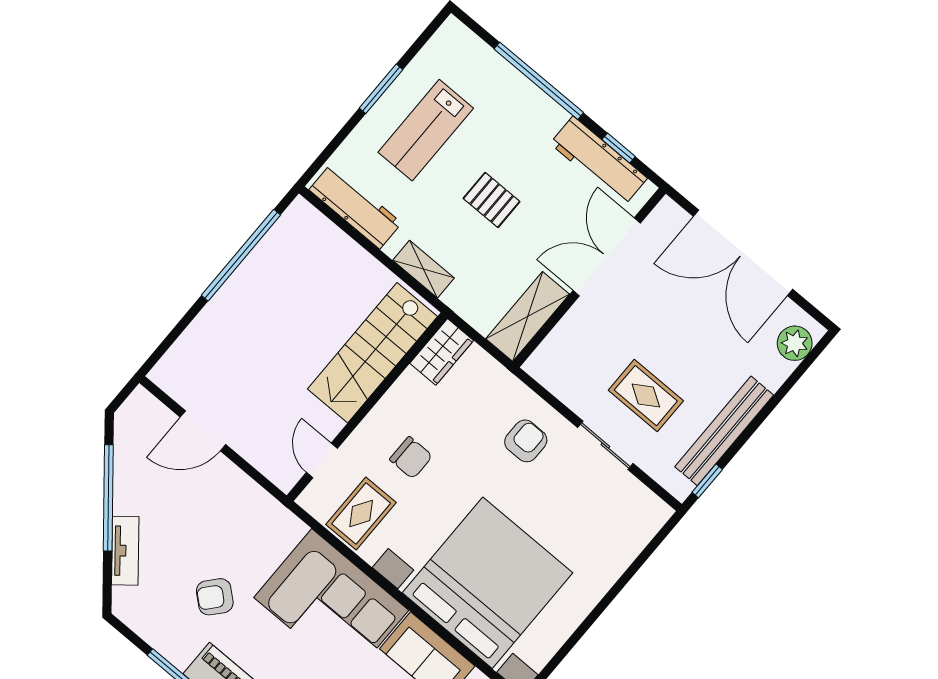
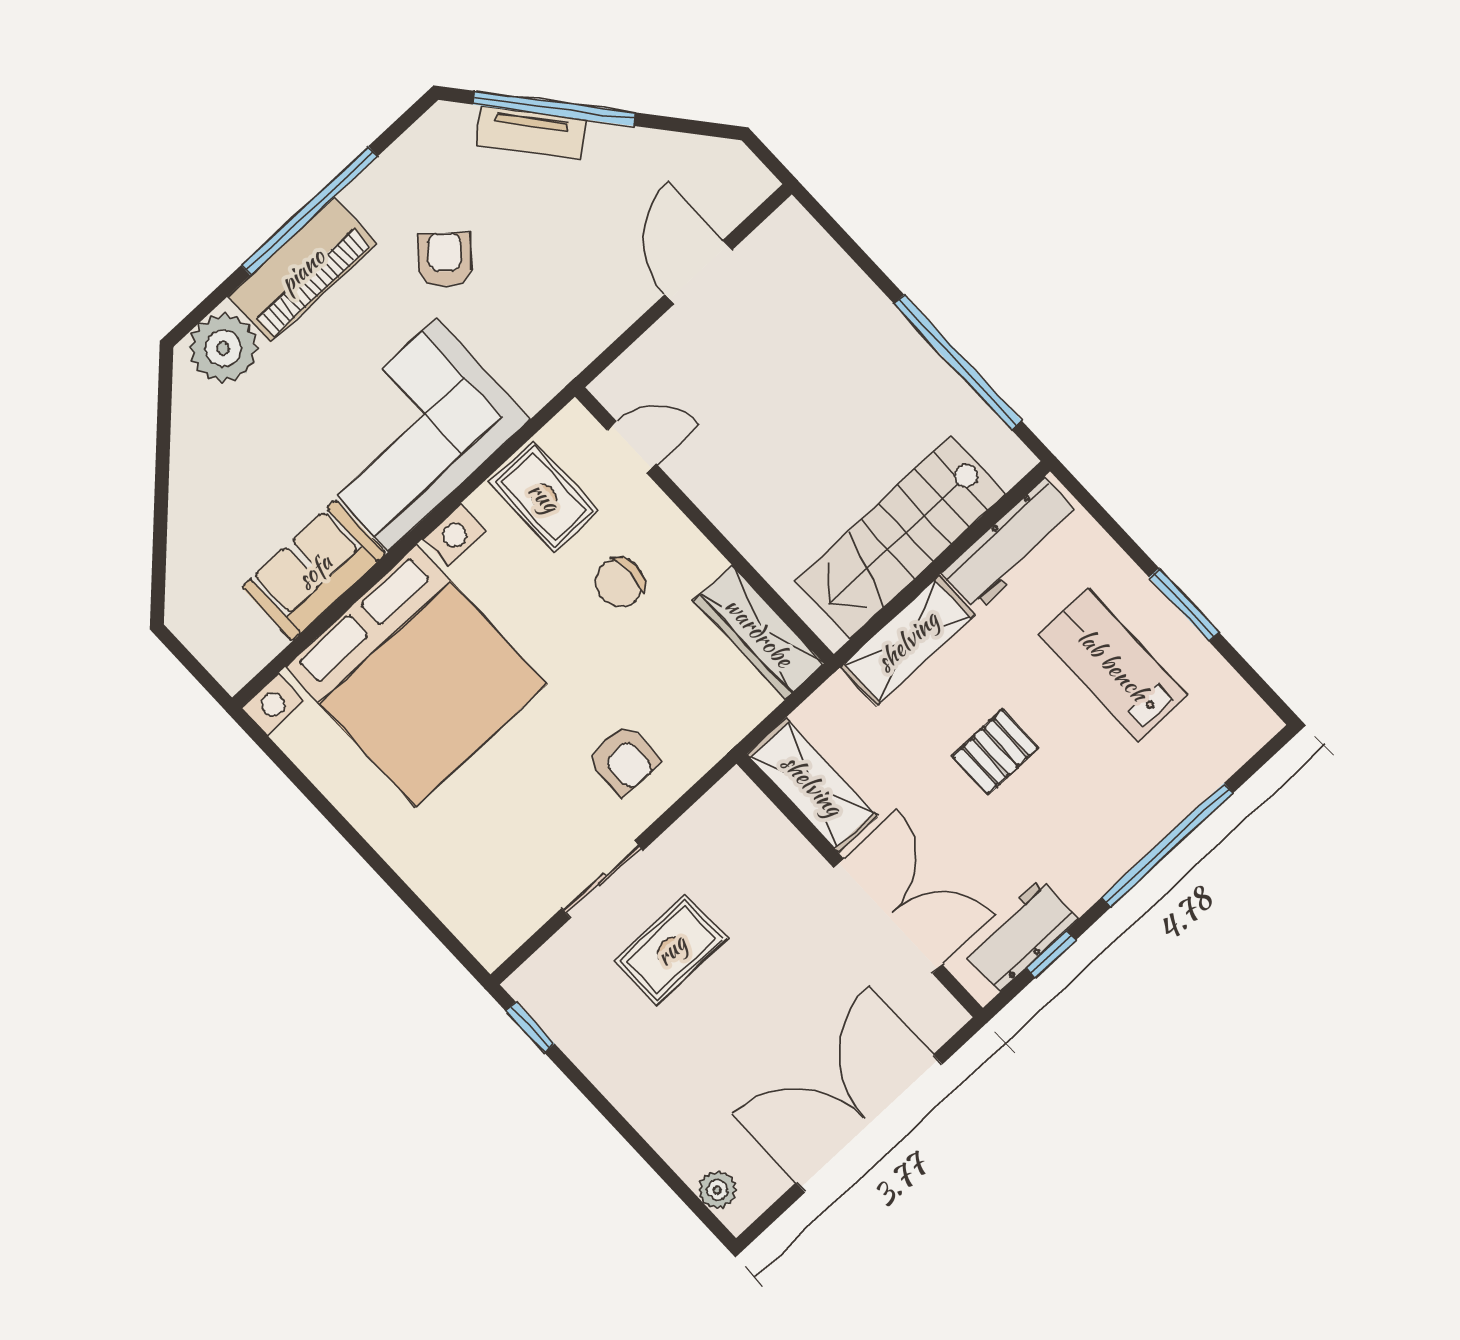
workbench: (599, 161) -> (1020, 935), width x0.73
shelving: (423, 269) -> (907, 641), width x1.50, depth x1.33
plant: (795, 343) -> (717, 1190), width x0.73, depth x0.73
wardrobe: (442, 352) -> (759, 632), width x1.50
stairs: (372, 353) -> (901, 537), moved, turned -90
bench: (724, 431) -> (603, 1062), removed
window: (108, 498) -> (554, 108), moved

